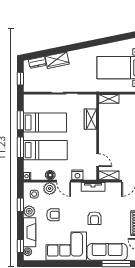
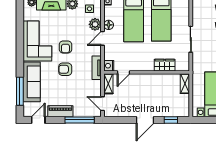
nightstand: (77, 175) -> (109, 66), moved
armchair: (53, 215) -> (65, 47), moved

